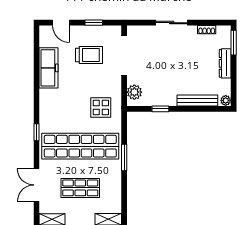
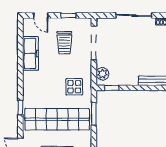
sliding door: (172, 23) -> (134, 16), width x1.37
trolley: (89, 55) -> (64, 43), turned 90
window: (160, 109) -> (112, 88), moved
window: (124, 158) -> (94, 114), moved

